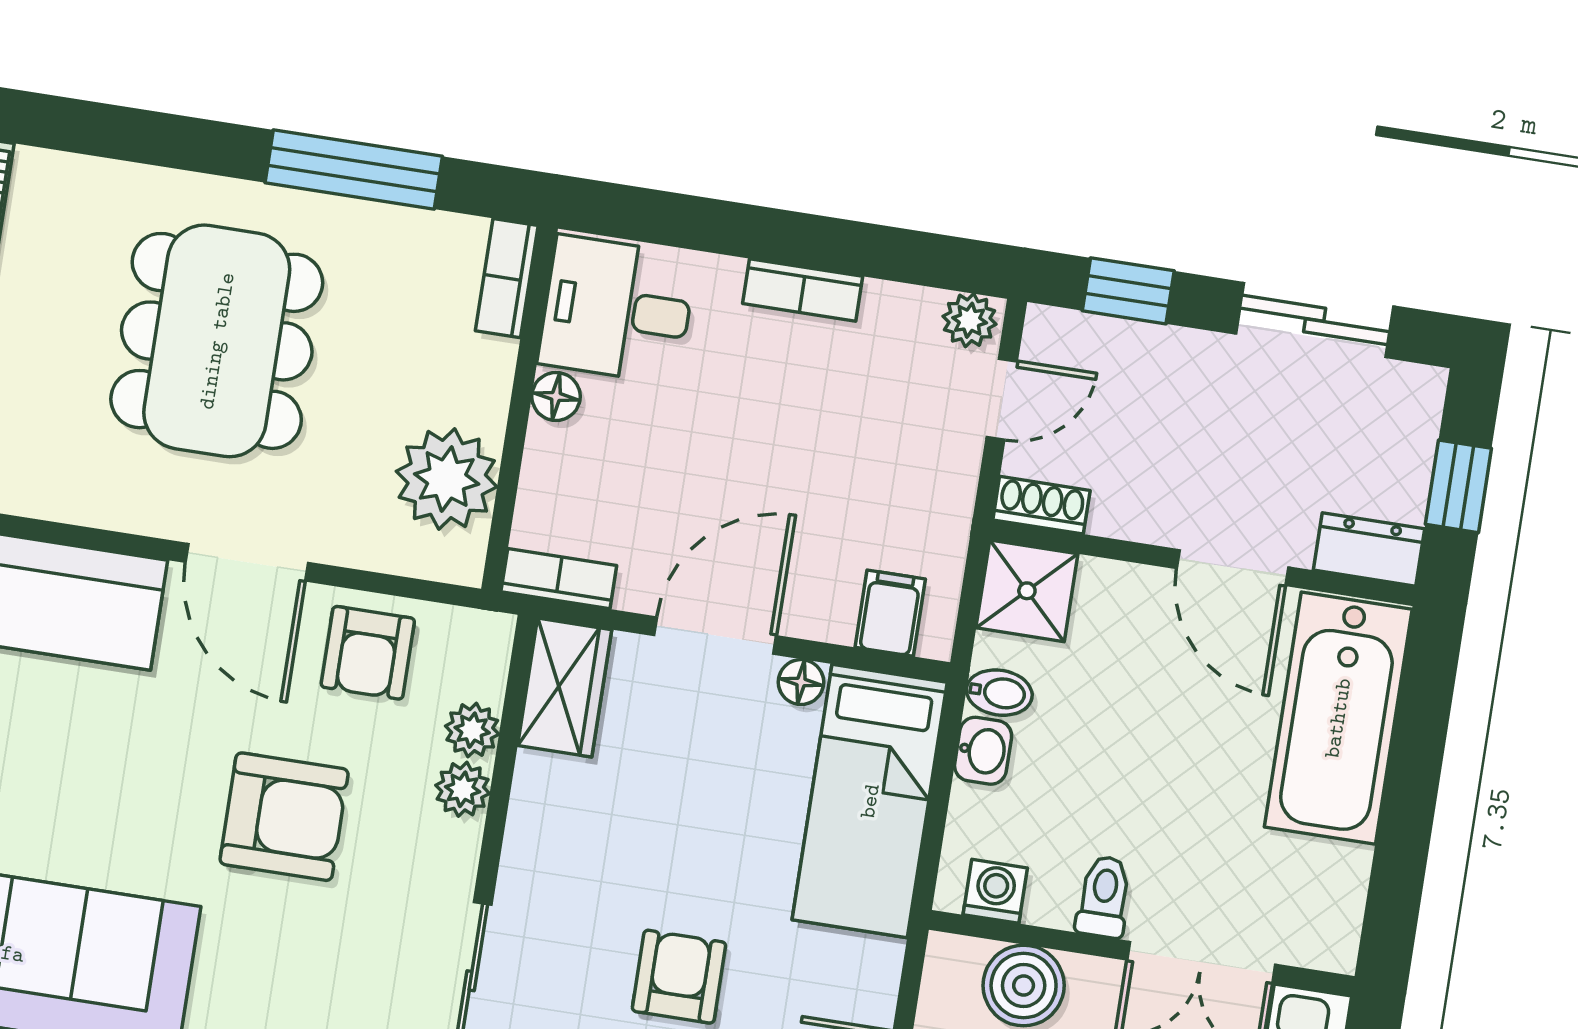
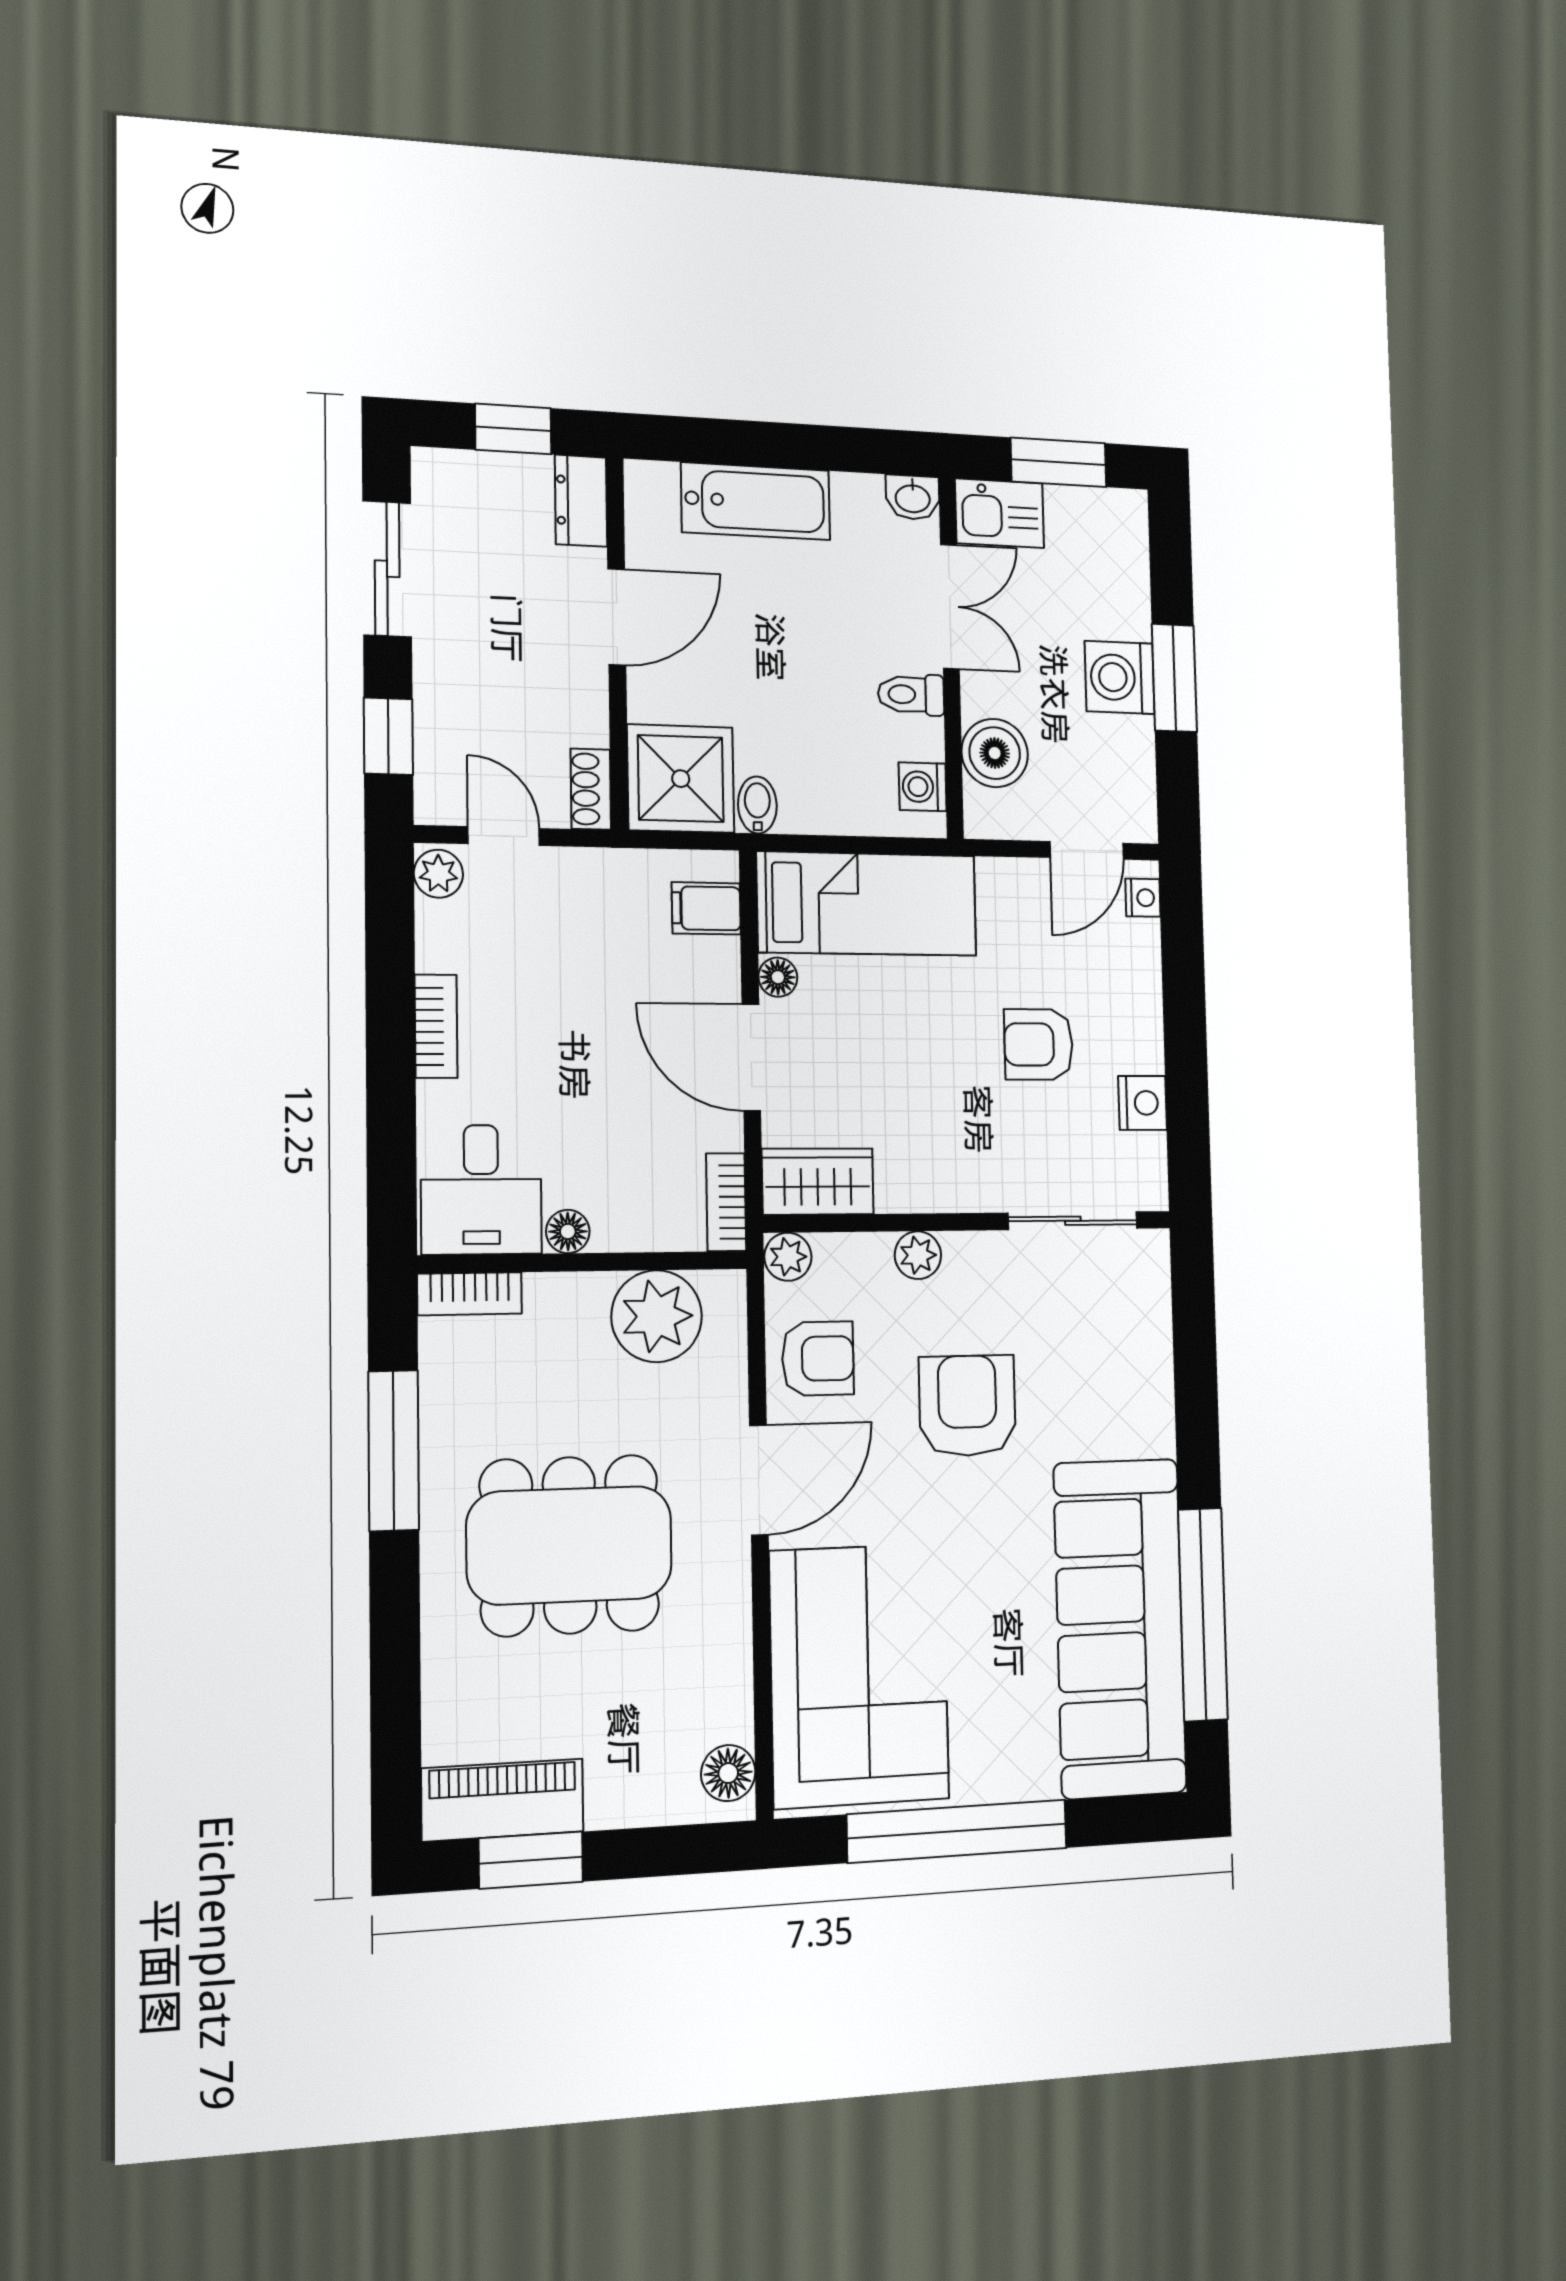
shower: (1027, 591) -> (681, 779), width x1.36, depth x1.36
bathtub: (1338, 718) -> (756, 501), width x0.73, depth x0.73
plant: (472, 730) -> (788, 1257), moved
washbasin: (983, 751) -> (913, 497), moved, turned 180

